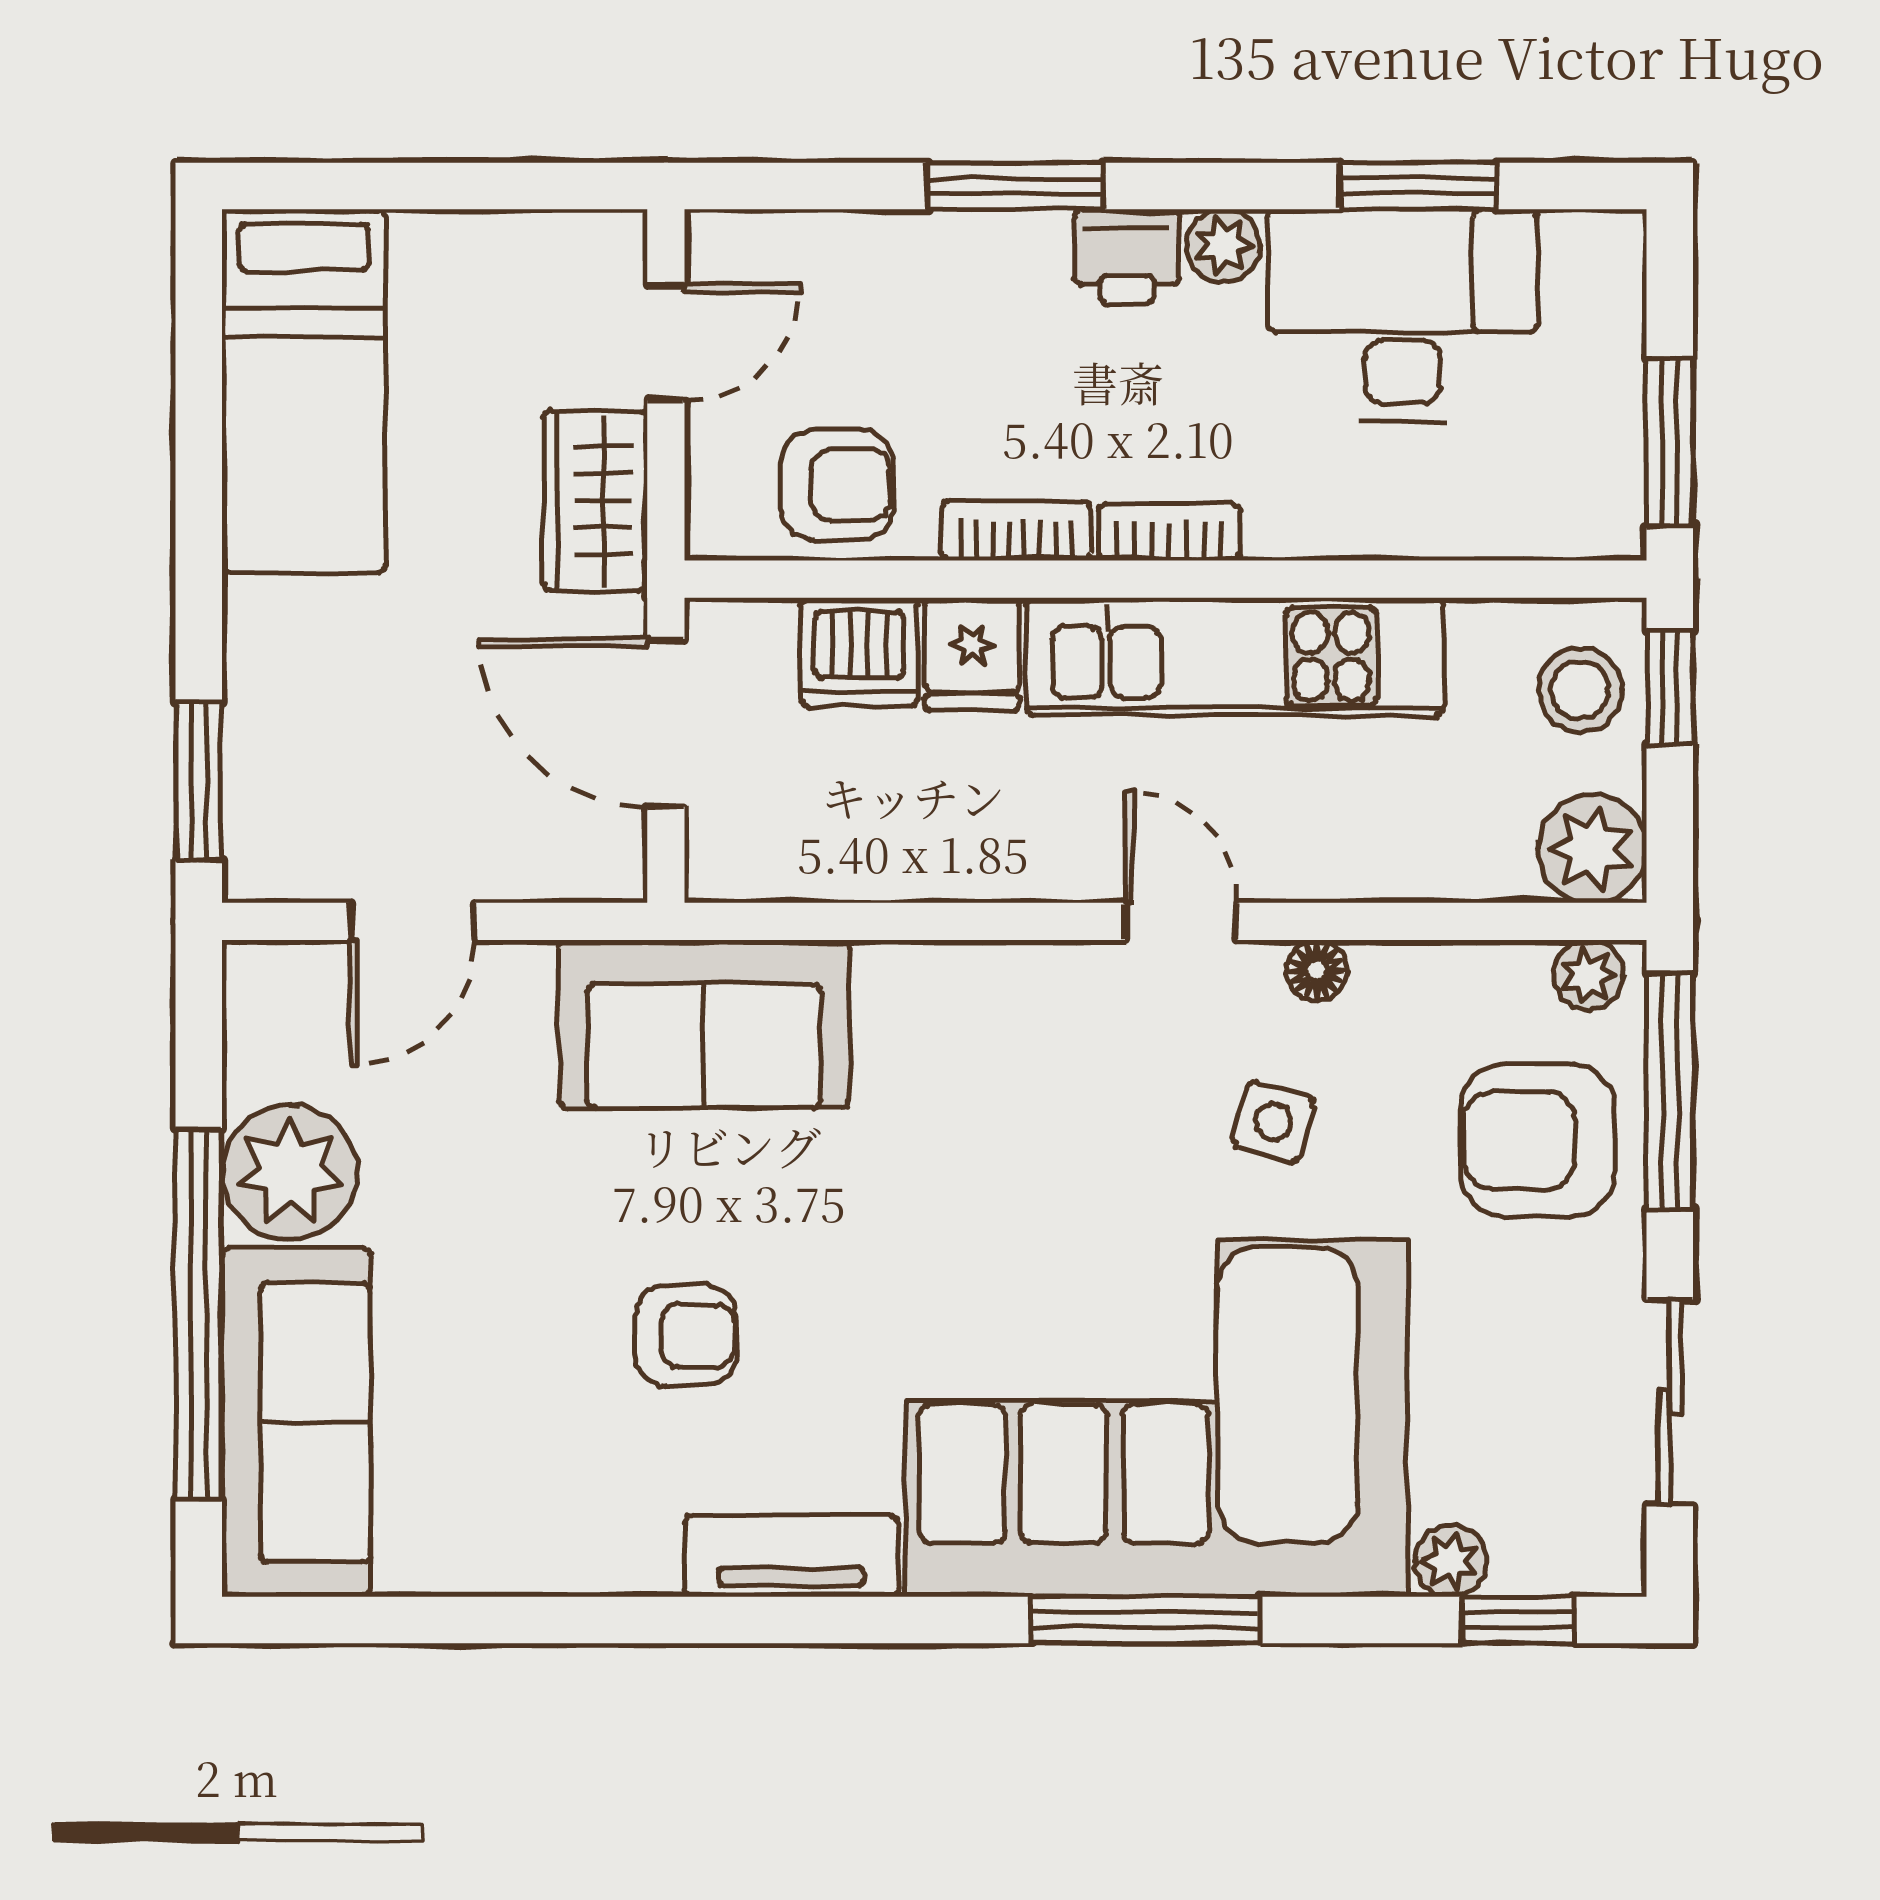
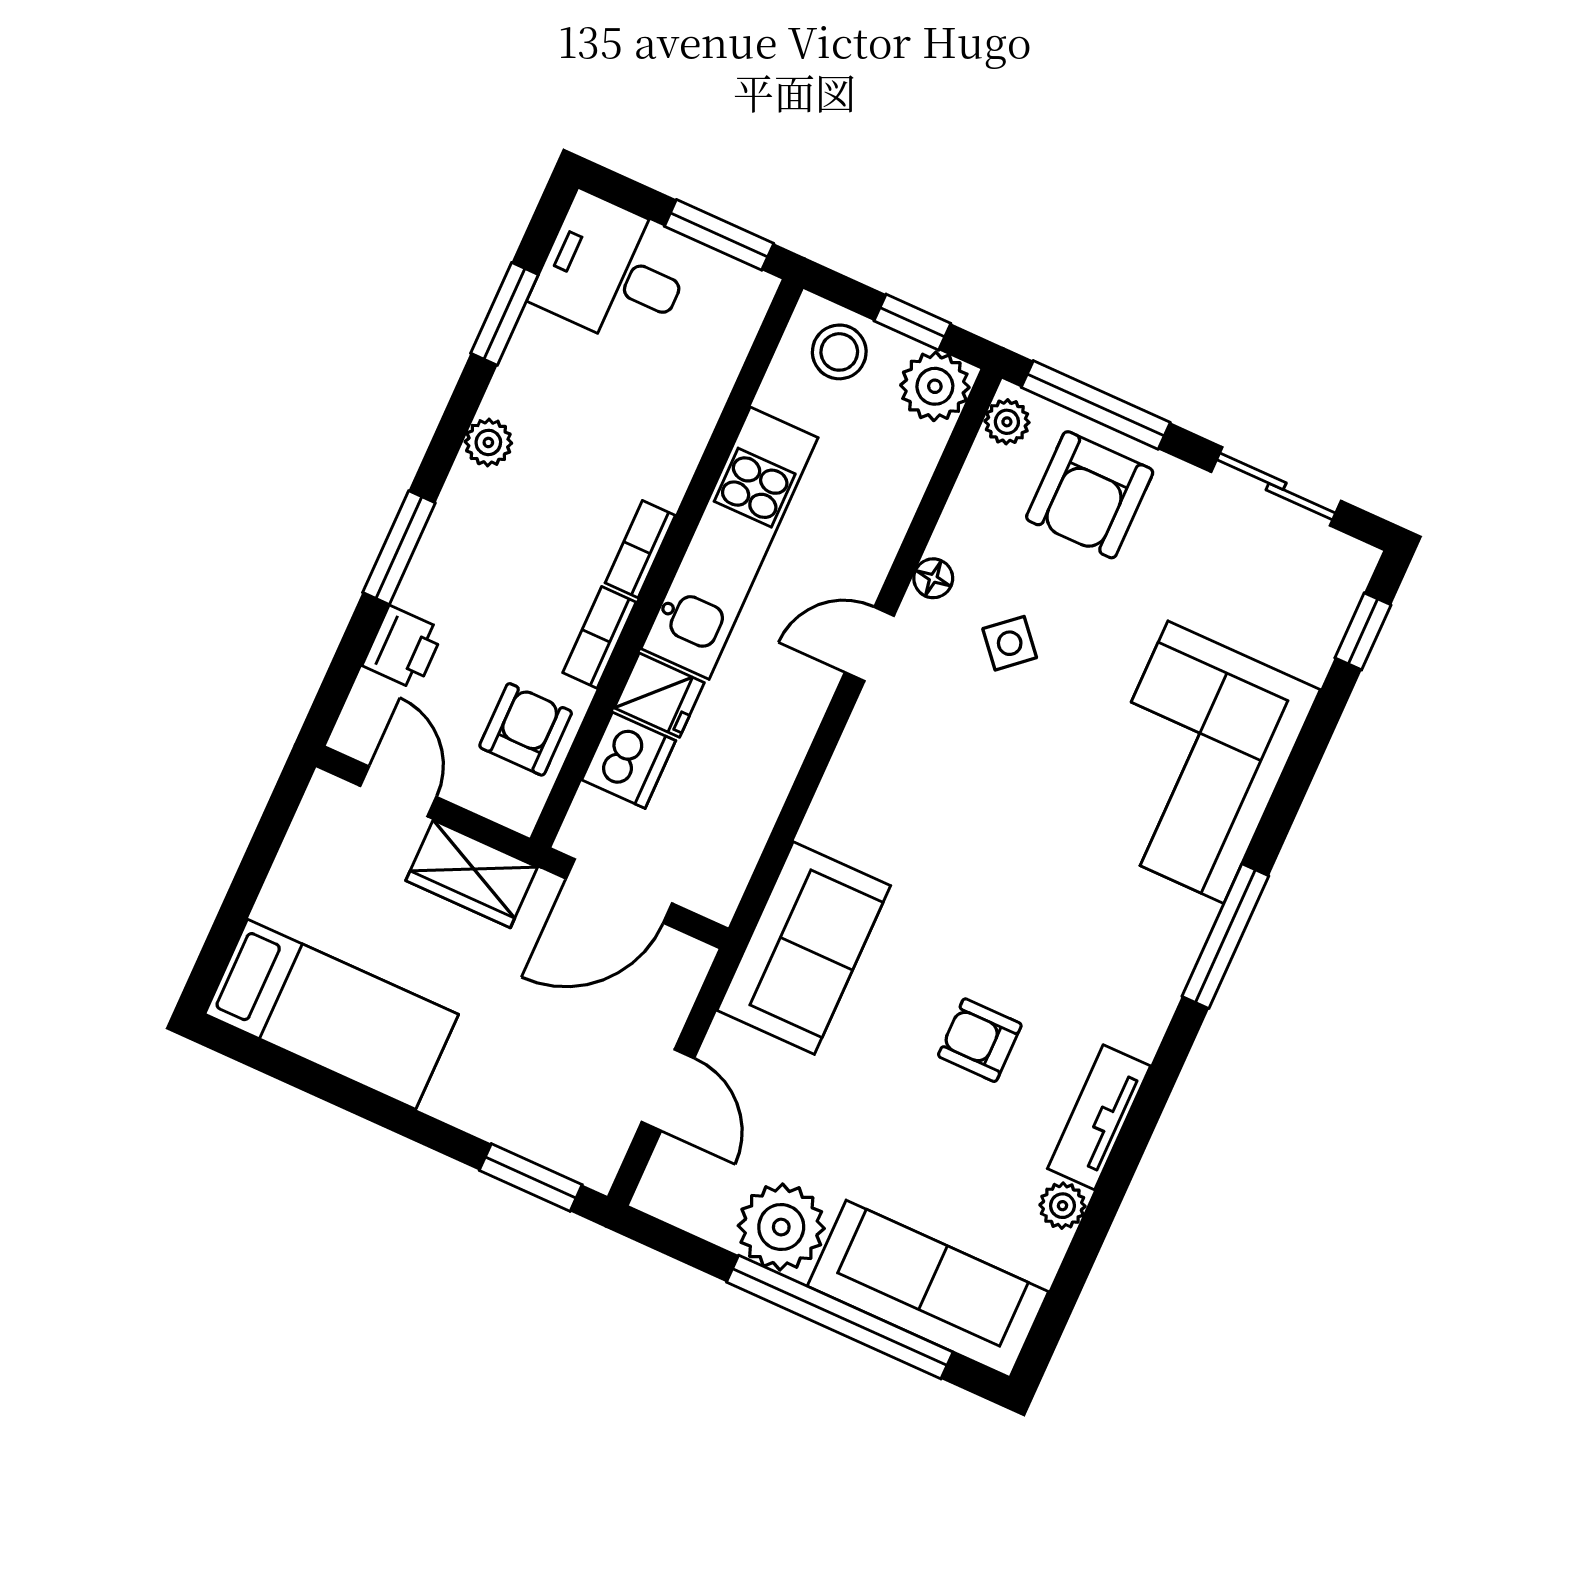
printer: (1127, 257) -> (403, 648), moved
desk: (1403, 315) -> (614, 272), moved, width x0.73
window: (1670, 688) -> (912, 322), moved
side table: (1273, 1122) -> (1010, 643), turned 33
armchair: (686, 1336) -> (980, 1040), turned -90
corner sofa: (1157, 1418) -> (1196, 762), width x0.73, depth x0.74
tv unit: (791, 1556) -> (1099, 1117), moved
plant: (1451, 1561) -> (1062, 1206), moved
window: (1145, 1620) -> (1225, 936), moved

